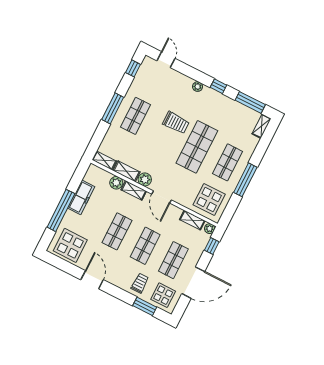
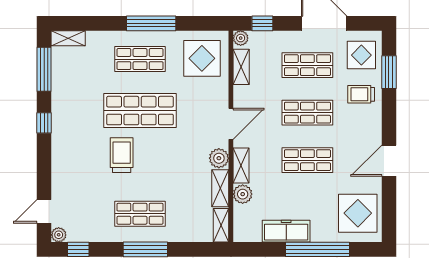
plant: (198, 87) -> (59, 235), moved

